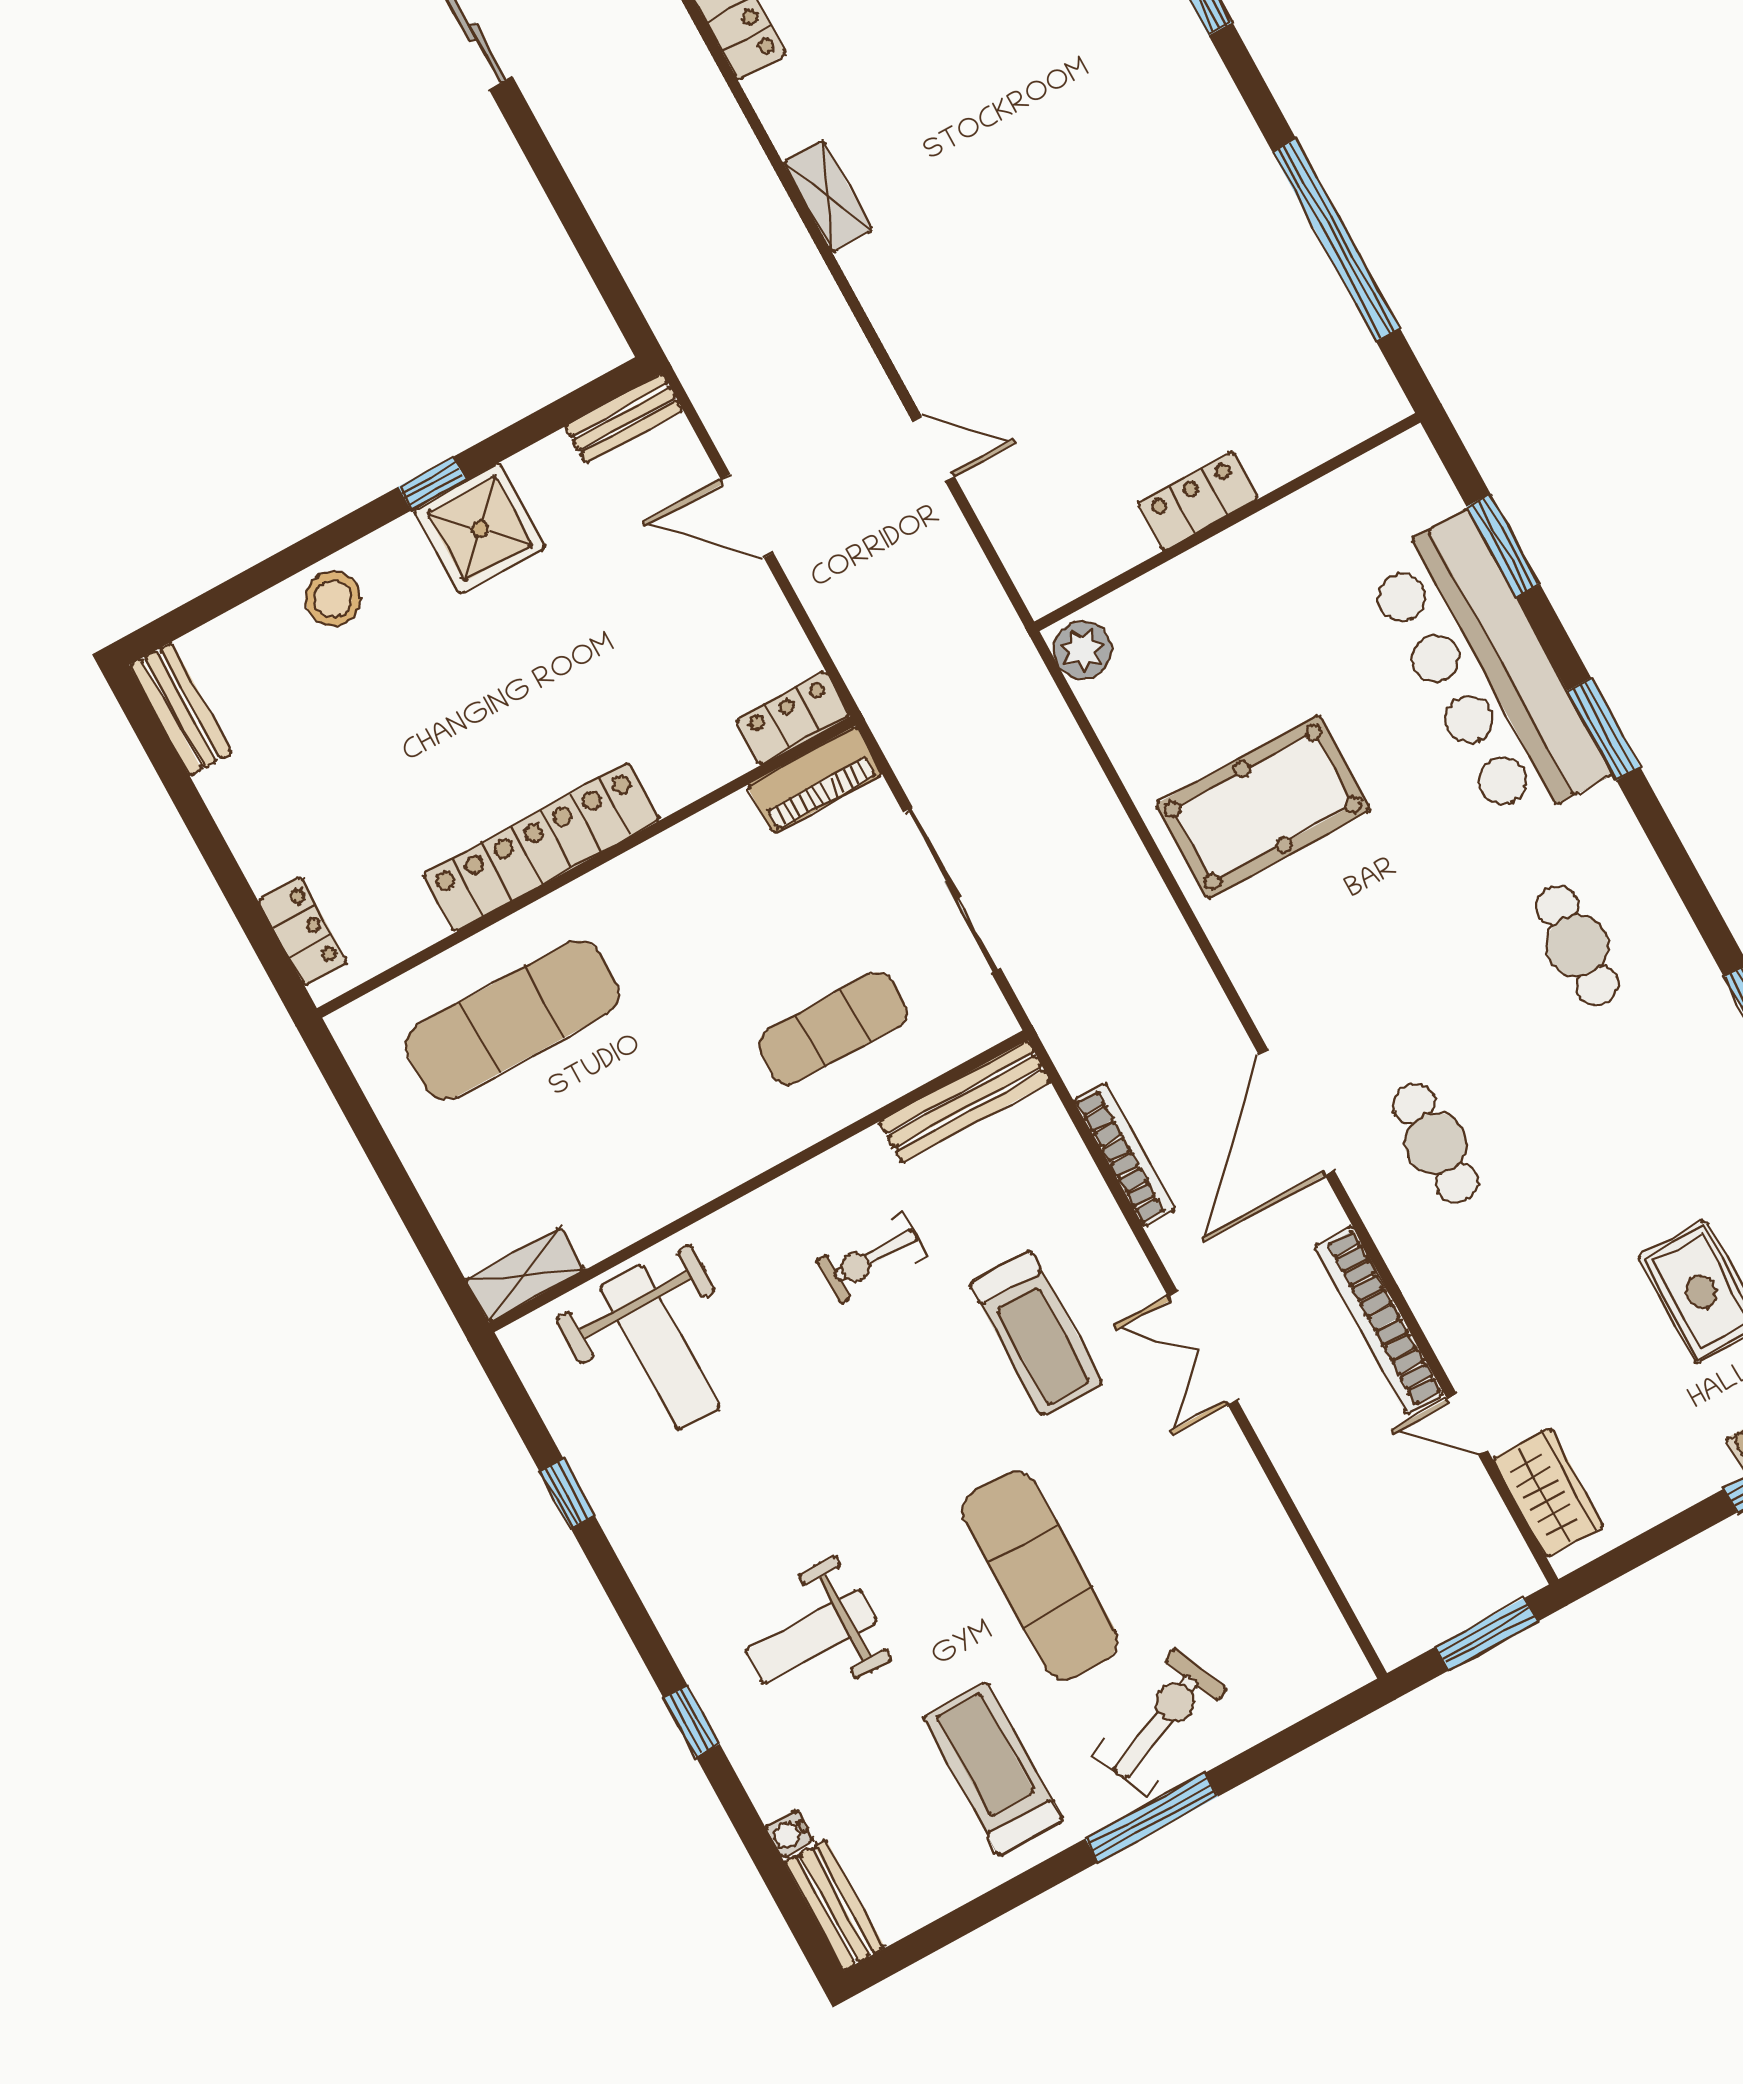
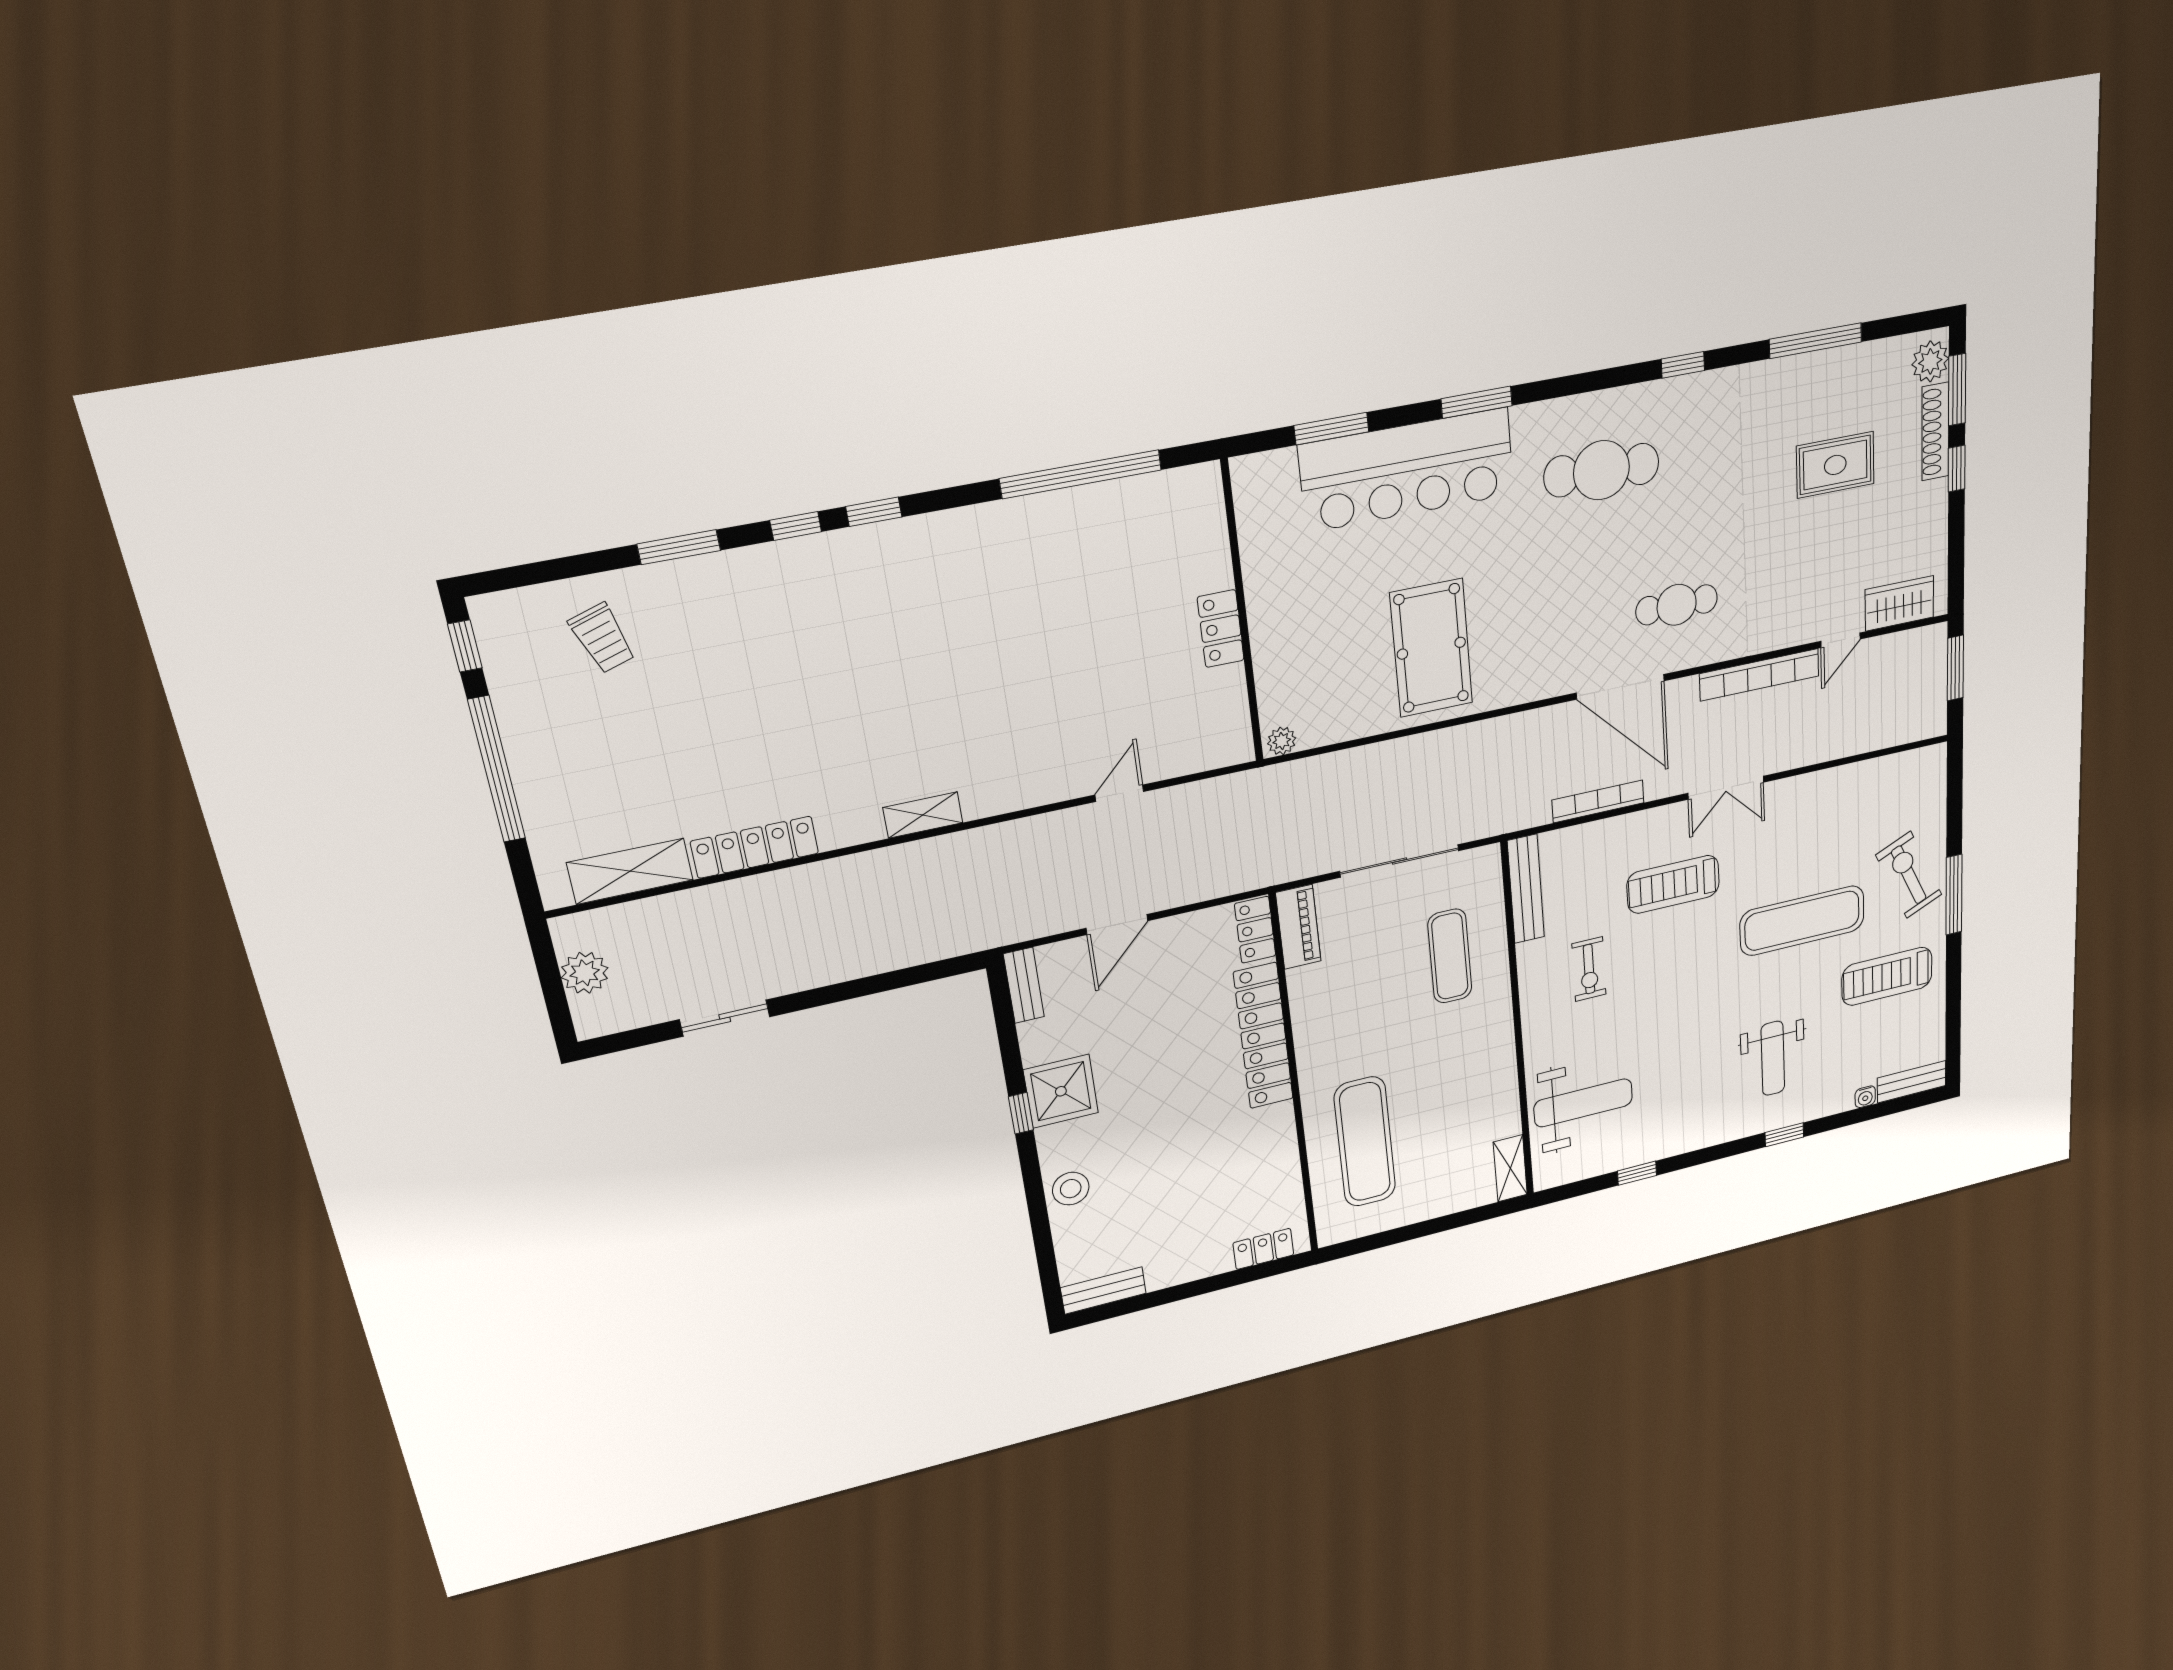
plant: (1083, 650) -> (1282, 741), width x0.73, depth x0.73
locker: (541, 847) -> (1263, 1036), moved
cafe table: (1577, 946) -> (1601, 470), width x1.37, depth x1.35
treadmill: (1036, 1333) -> (1673, 884), turned 180

